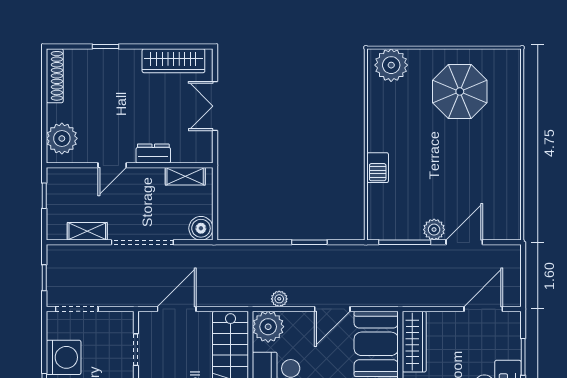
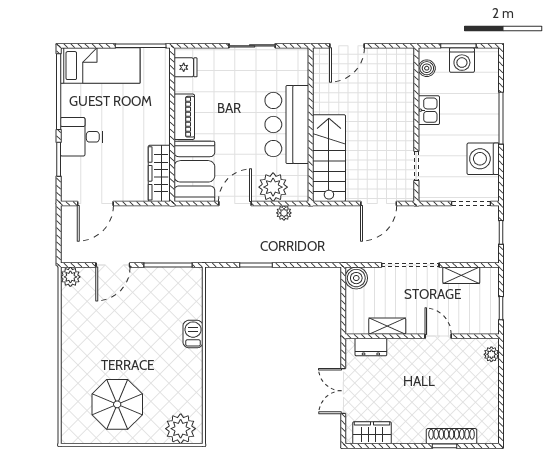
wardrobe: (173, 61) -> (372, 433), width x0.67
shoe rack: (55, 76) -> (452, 436), moved, turned 90
double door: (215, 106) -> (343, 391), swing flipped
plant: (62, 138) -> (491, 354), width x0.53, depth x0.53
dresser: (153, 154) -> (371, 347), moved
door: (112, 165) -> (438, 336), hinge flipped
shelving: (185, 176) -> (387, 326), moved
plant: (434, 230) -> (70, 277), moved
plant: (268, 327) -> (273, 187), moved

